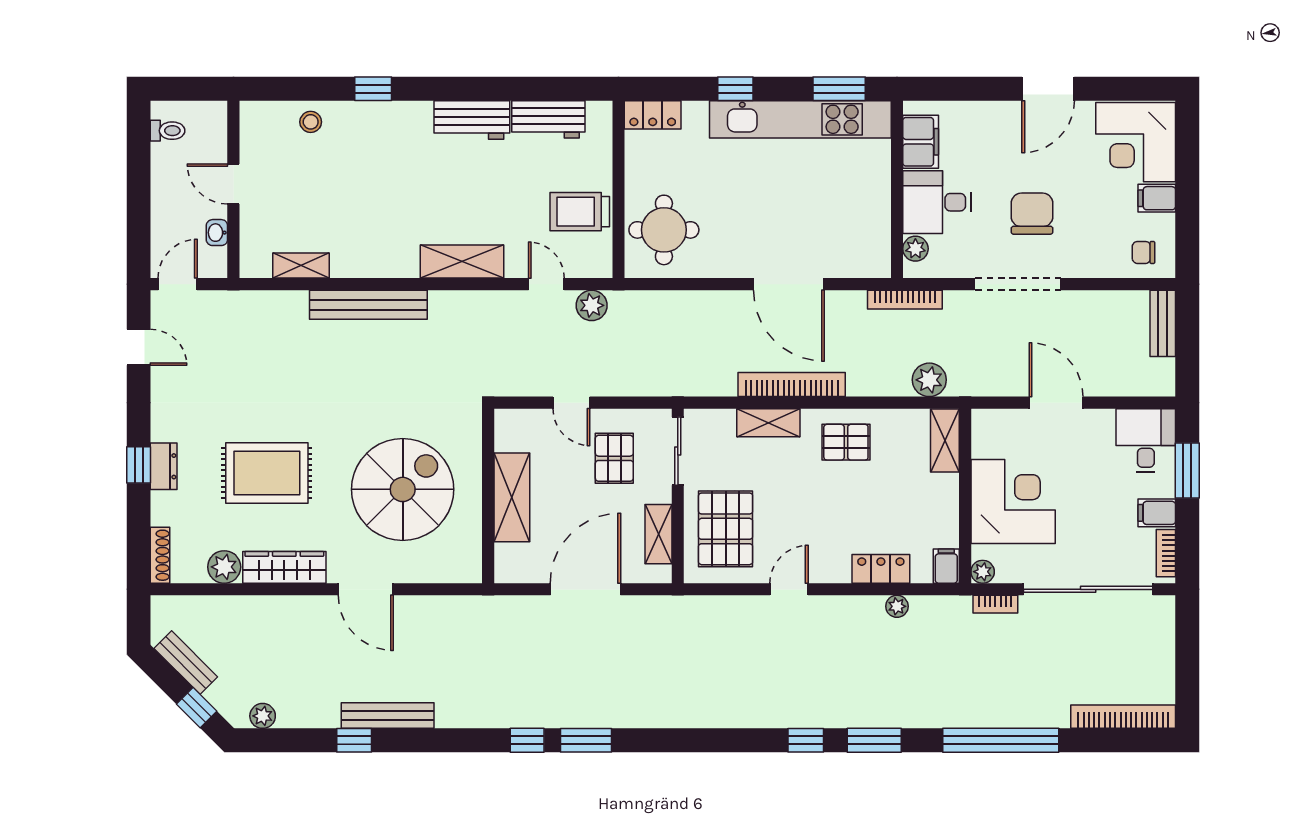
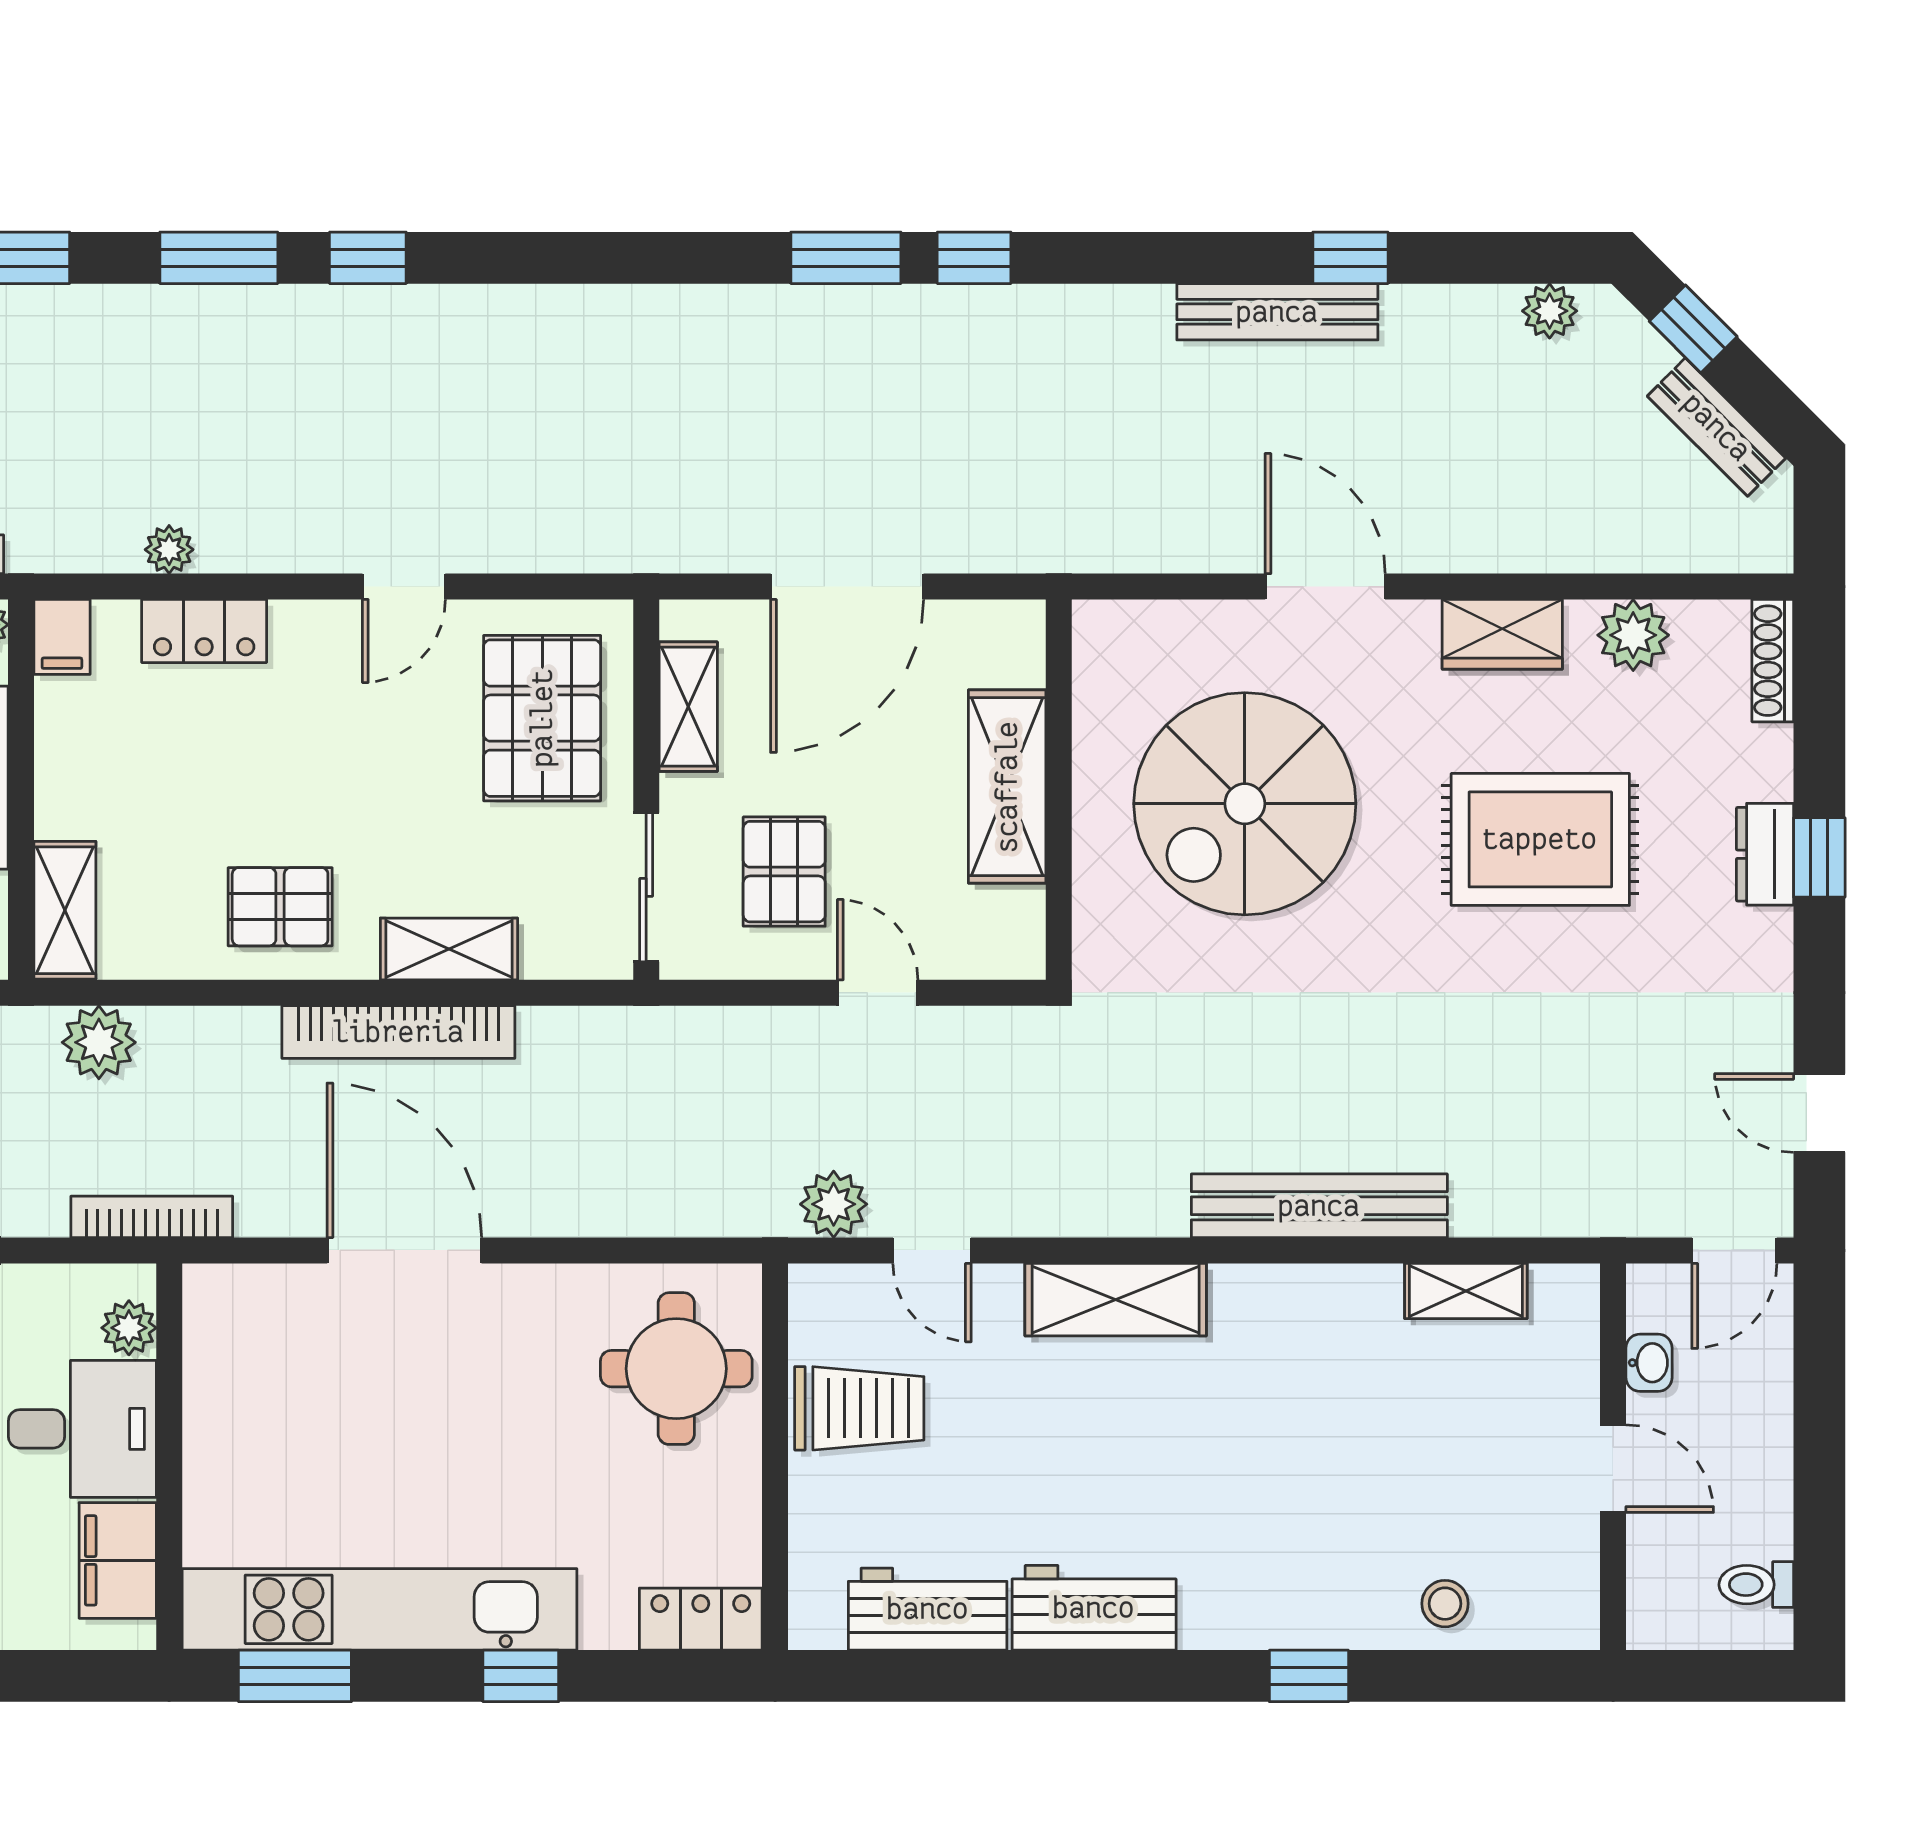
wardrobe: (284, 567) -> (1502, 634), width x0.67

